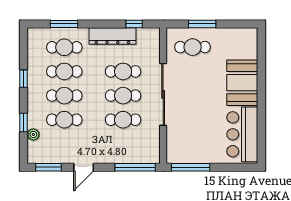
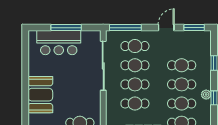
sliding door: (163, 94) -> (103, 66), moved
bar counter: (242, 134) -> (59, 43), moved, turned 90
plant: (33, 135) -> (206, 95), moved
cafe table: (123, 144) -> (135, 46), added
window: (191, 167) -> (66, 28), moved

